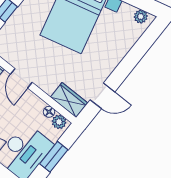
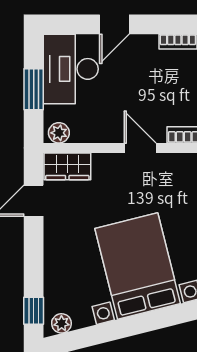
window: (150, 36) -> (34, 311), added
floor lamp: (49, 112) -> (79, 135), removed

